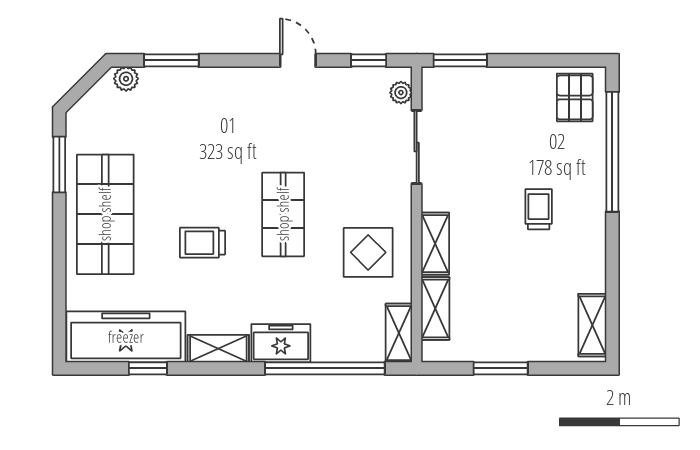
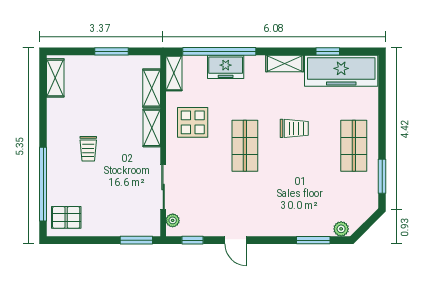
pallet: (575, 97) -> (66, 217), turned 90
shop shelf: (105, 214) -> (354, 146), width x0.70, depth x0.74
freezer: (281, 343) -> (226, 67), moved

